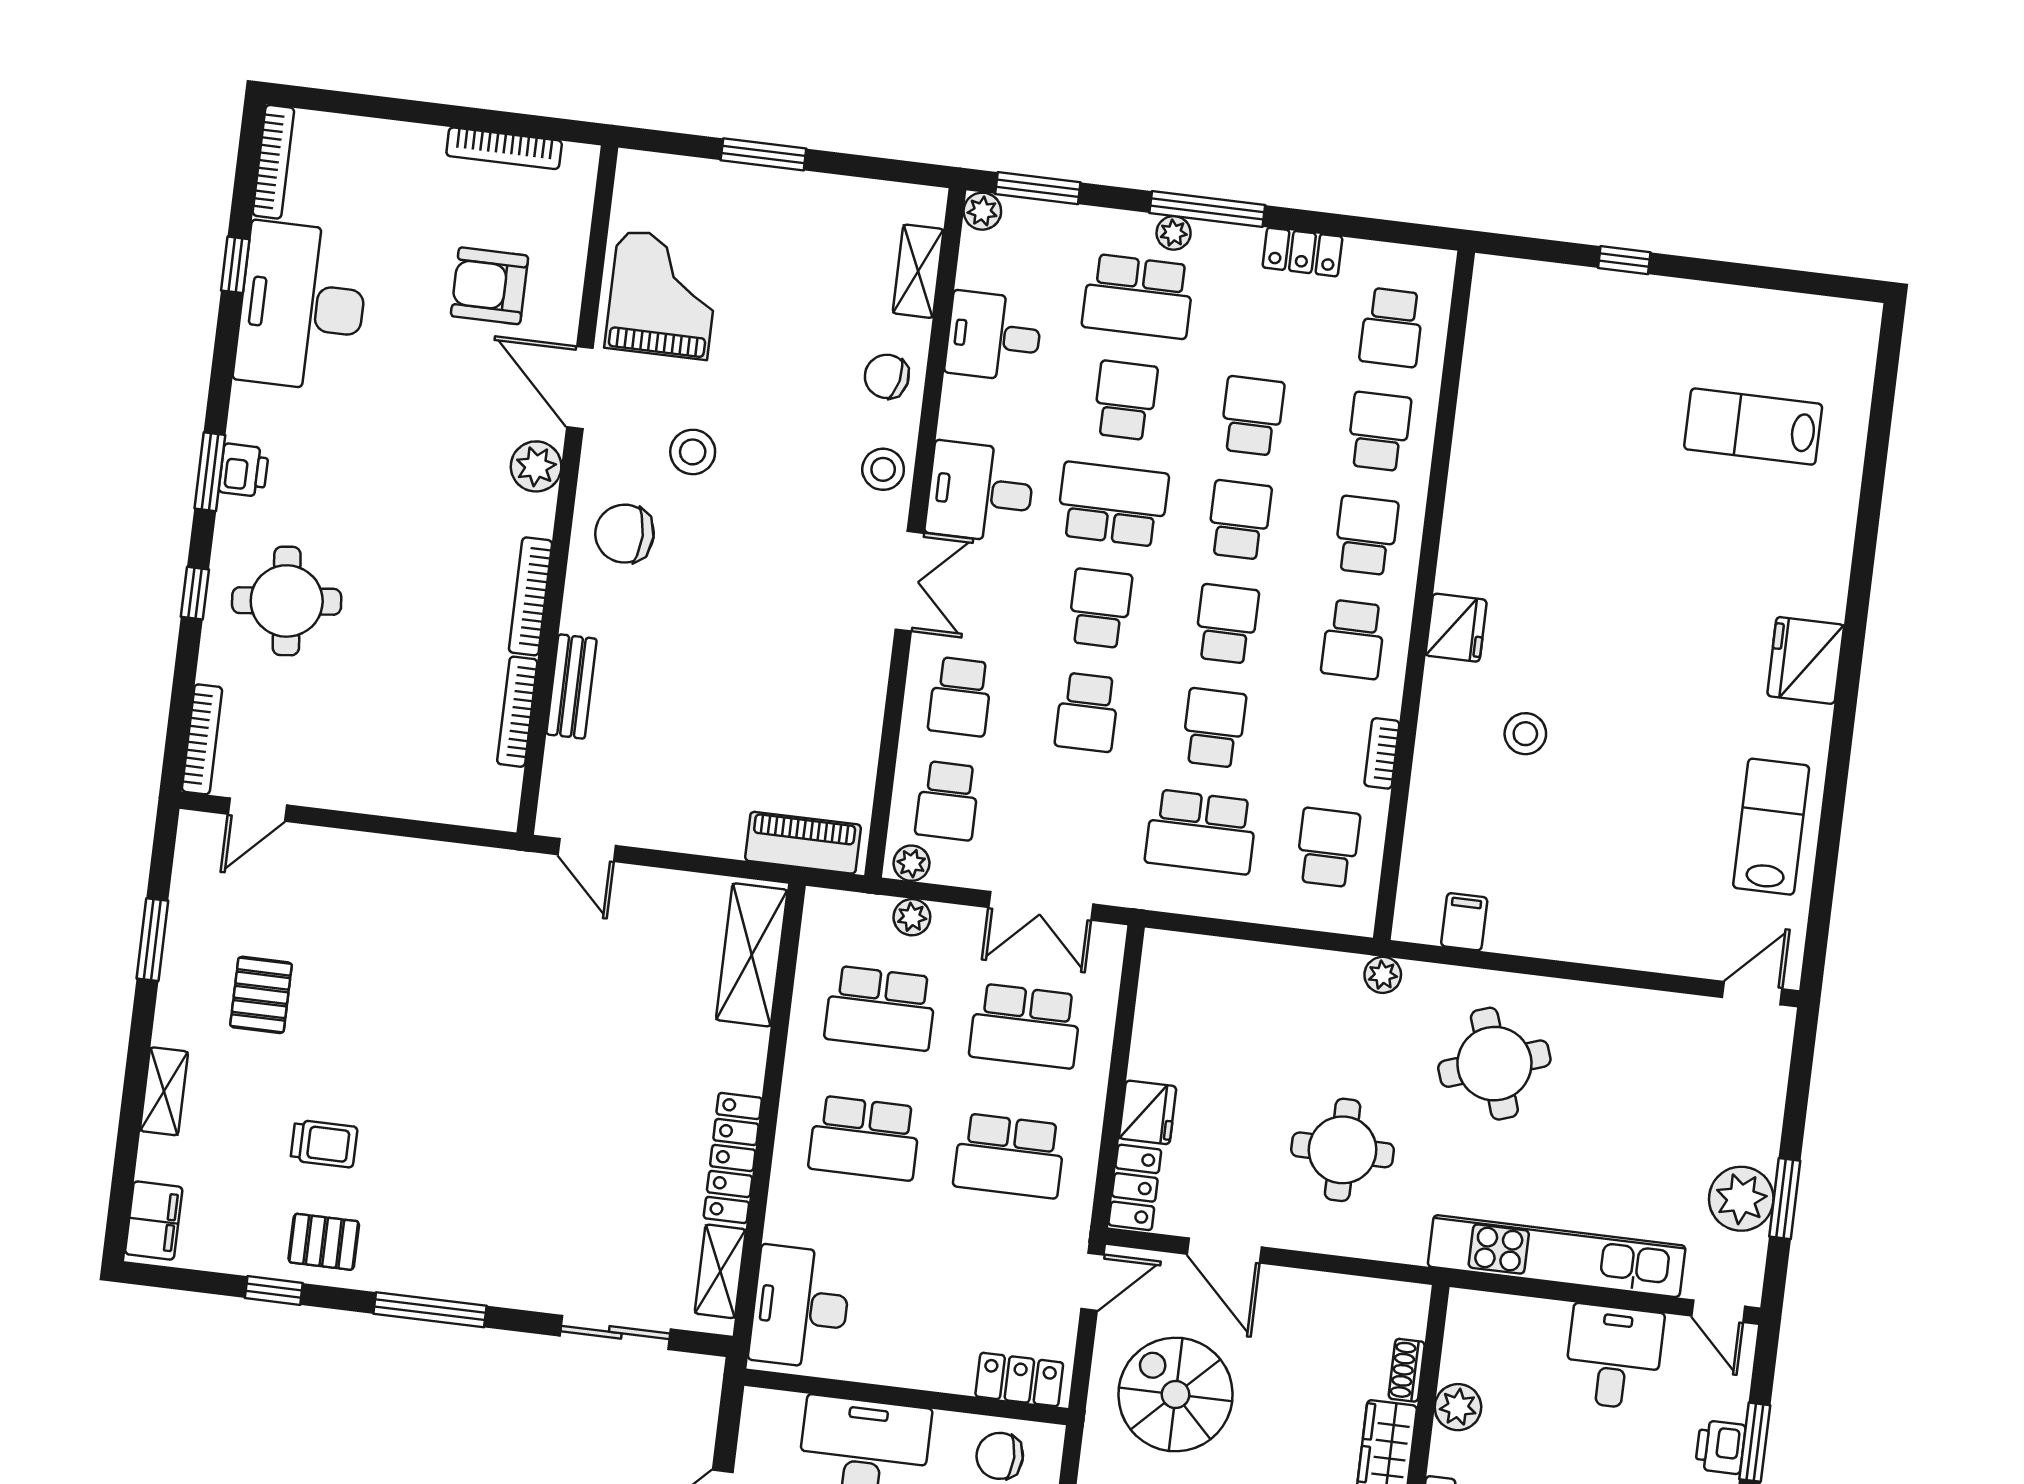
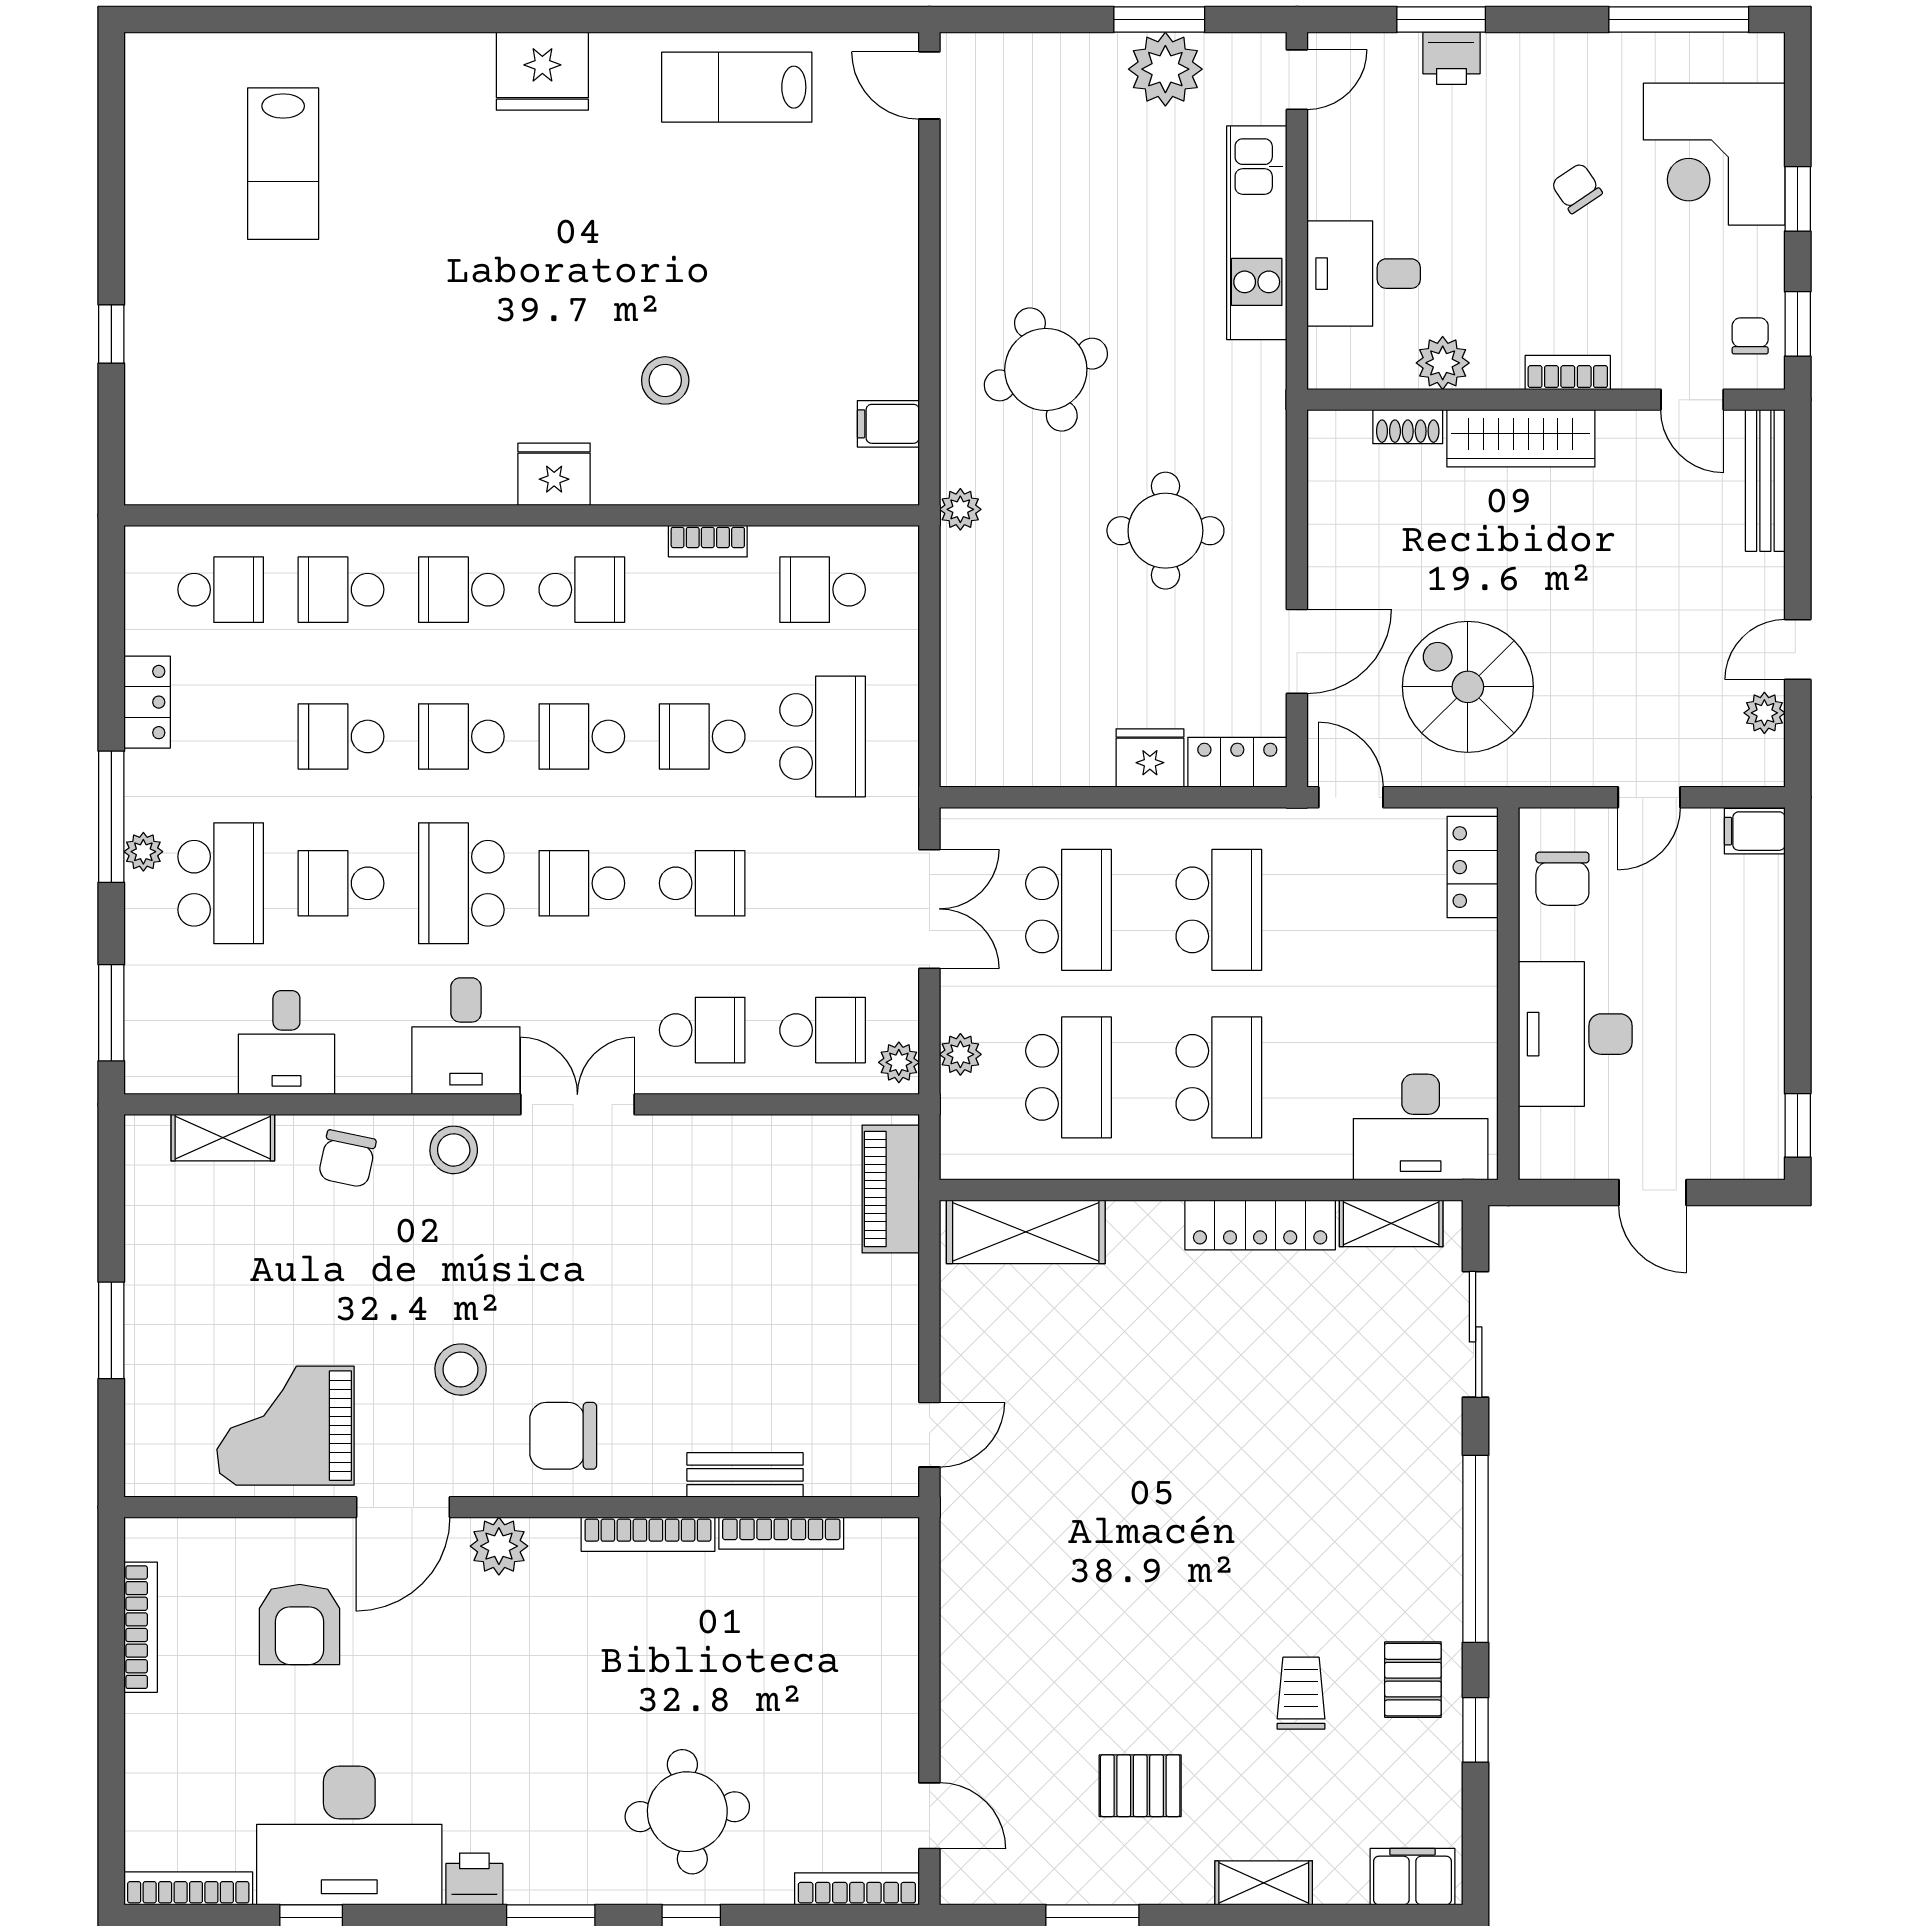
plant: (982, 211) -> (145, 1073), removed
printer: (244, 470) -> (474, 1879), moved
chair: (624, 534) -> (563, 1436), turned 90
kitchen unit: (1557, 1256) -> (1257, 233), width x0.73
window: (430, 1310) -> (1476, 1549), width x1.46
desk: (1614, 1357) -> (1364, 274), moved
spiral stairs: (1175, 1394) -> (1468, 687), turned 90

